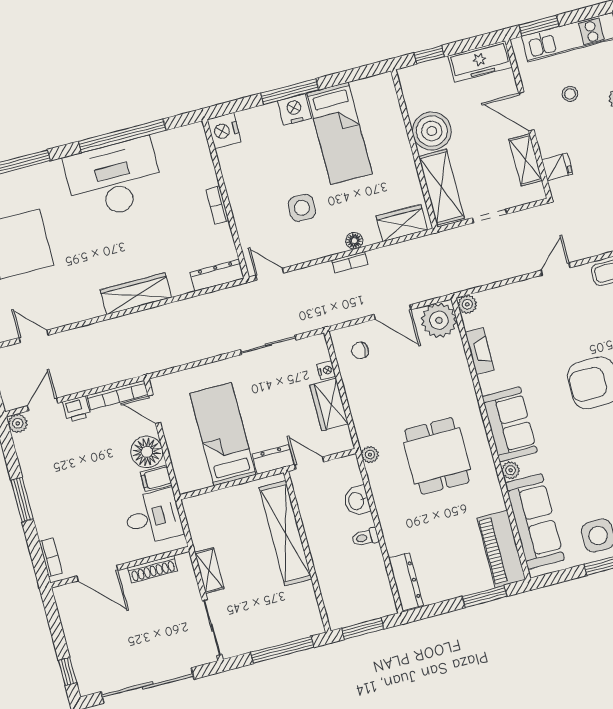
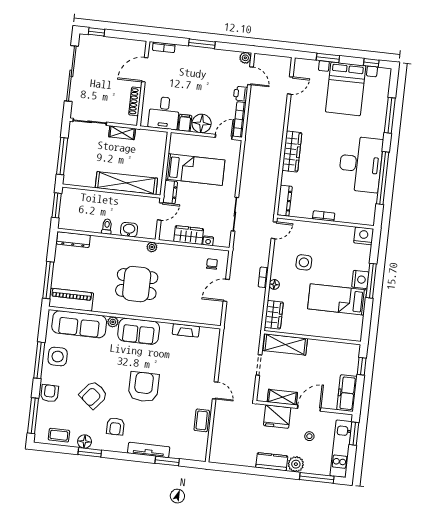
boiler: (432, 131) -> (319, 351), removed
fridge: (557, 167) -> (277, 417), width x1.88, depth x1.34
plant: (467, 304) -> (214, 334), removed
plant: (439, 320) -> (212, 314), removed
window: (484, 596) -> (48, 280), width x1.44

